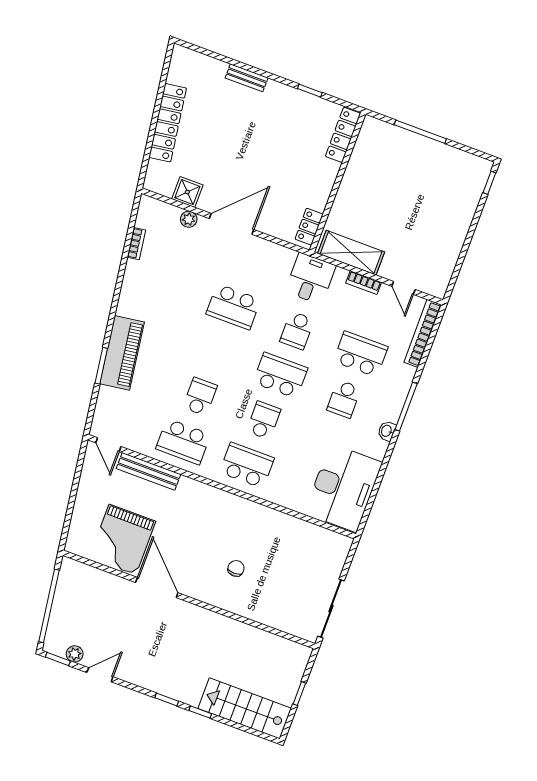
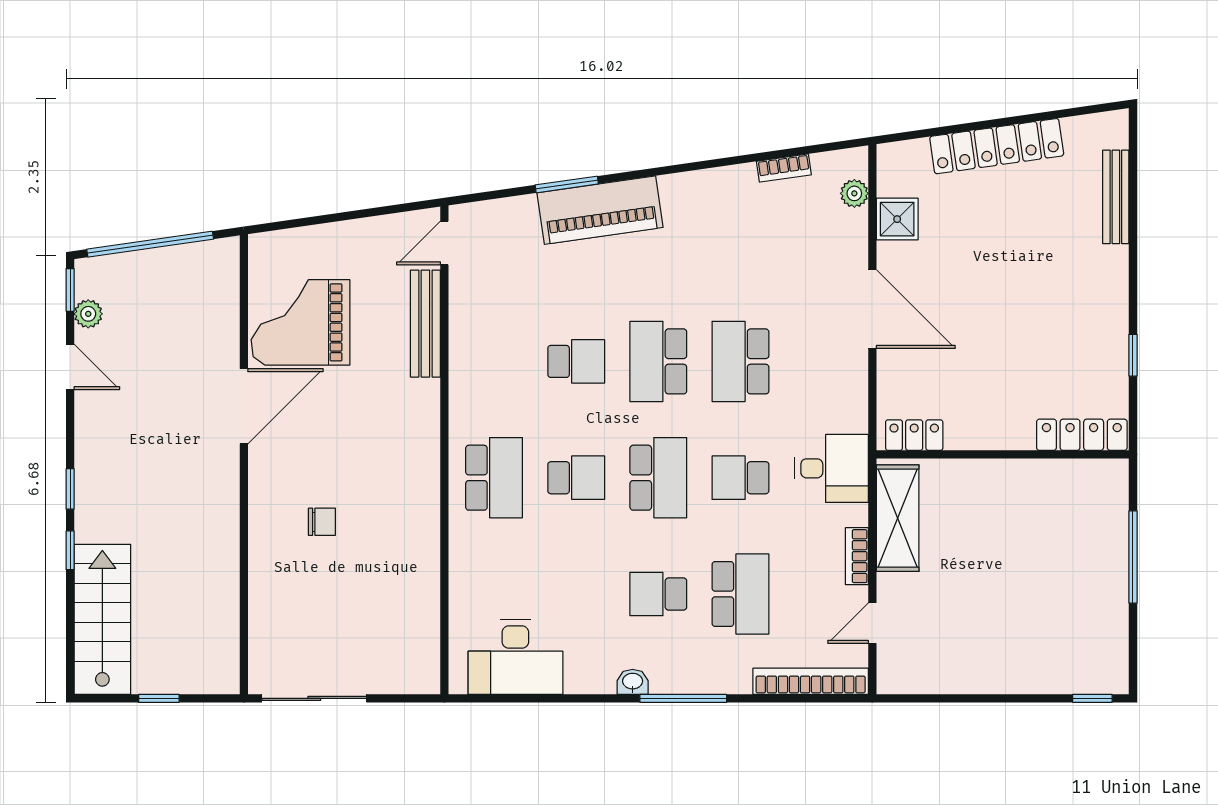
bench: (247, 78) -> (1116, 197), moved, width x1.36
plant: (189, 219) -> (854, 193), moved
school desk: (183, 442) -> (658, 361), moved
desk: (343, 488) -> (515, 657), width x0.73, depth x0.77

